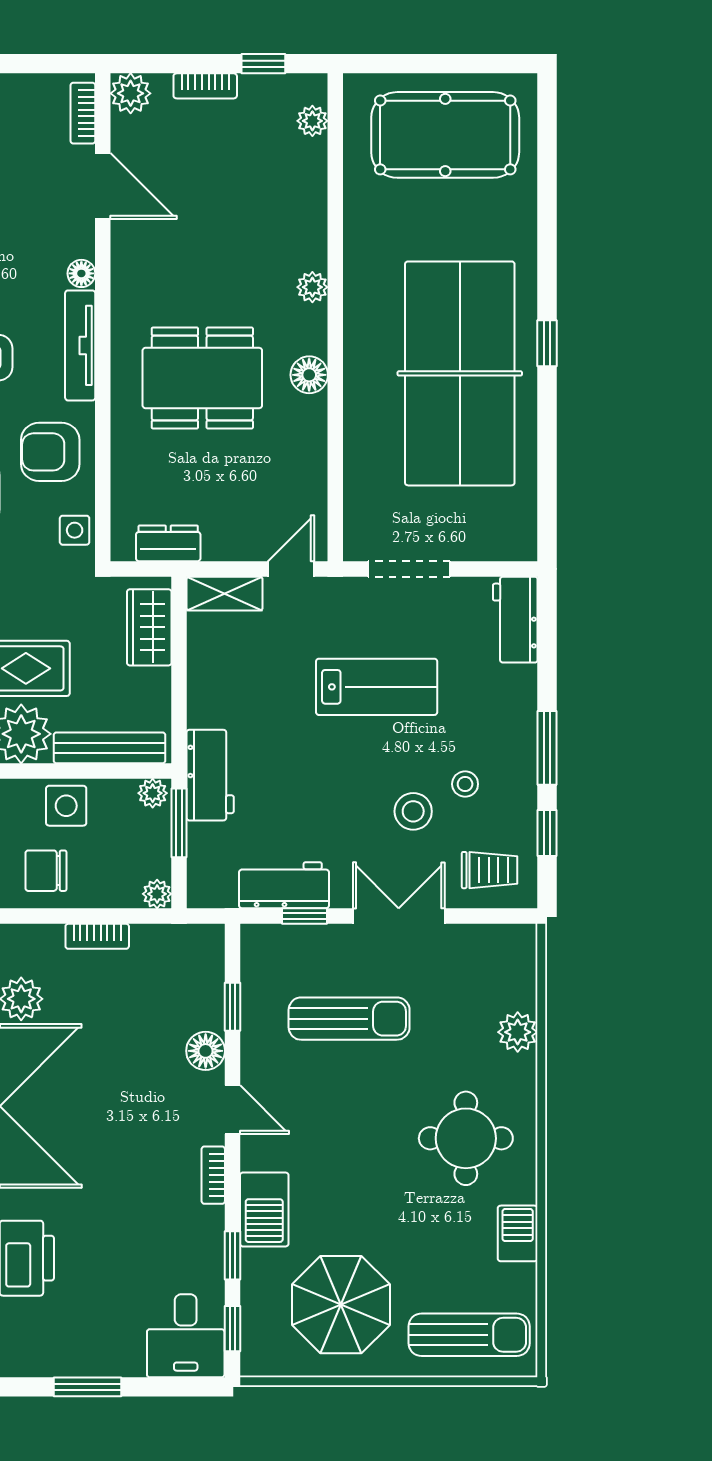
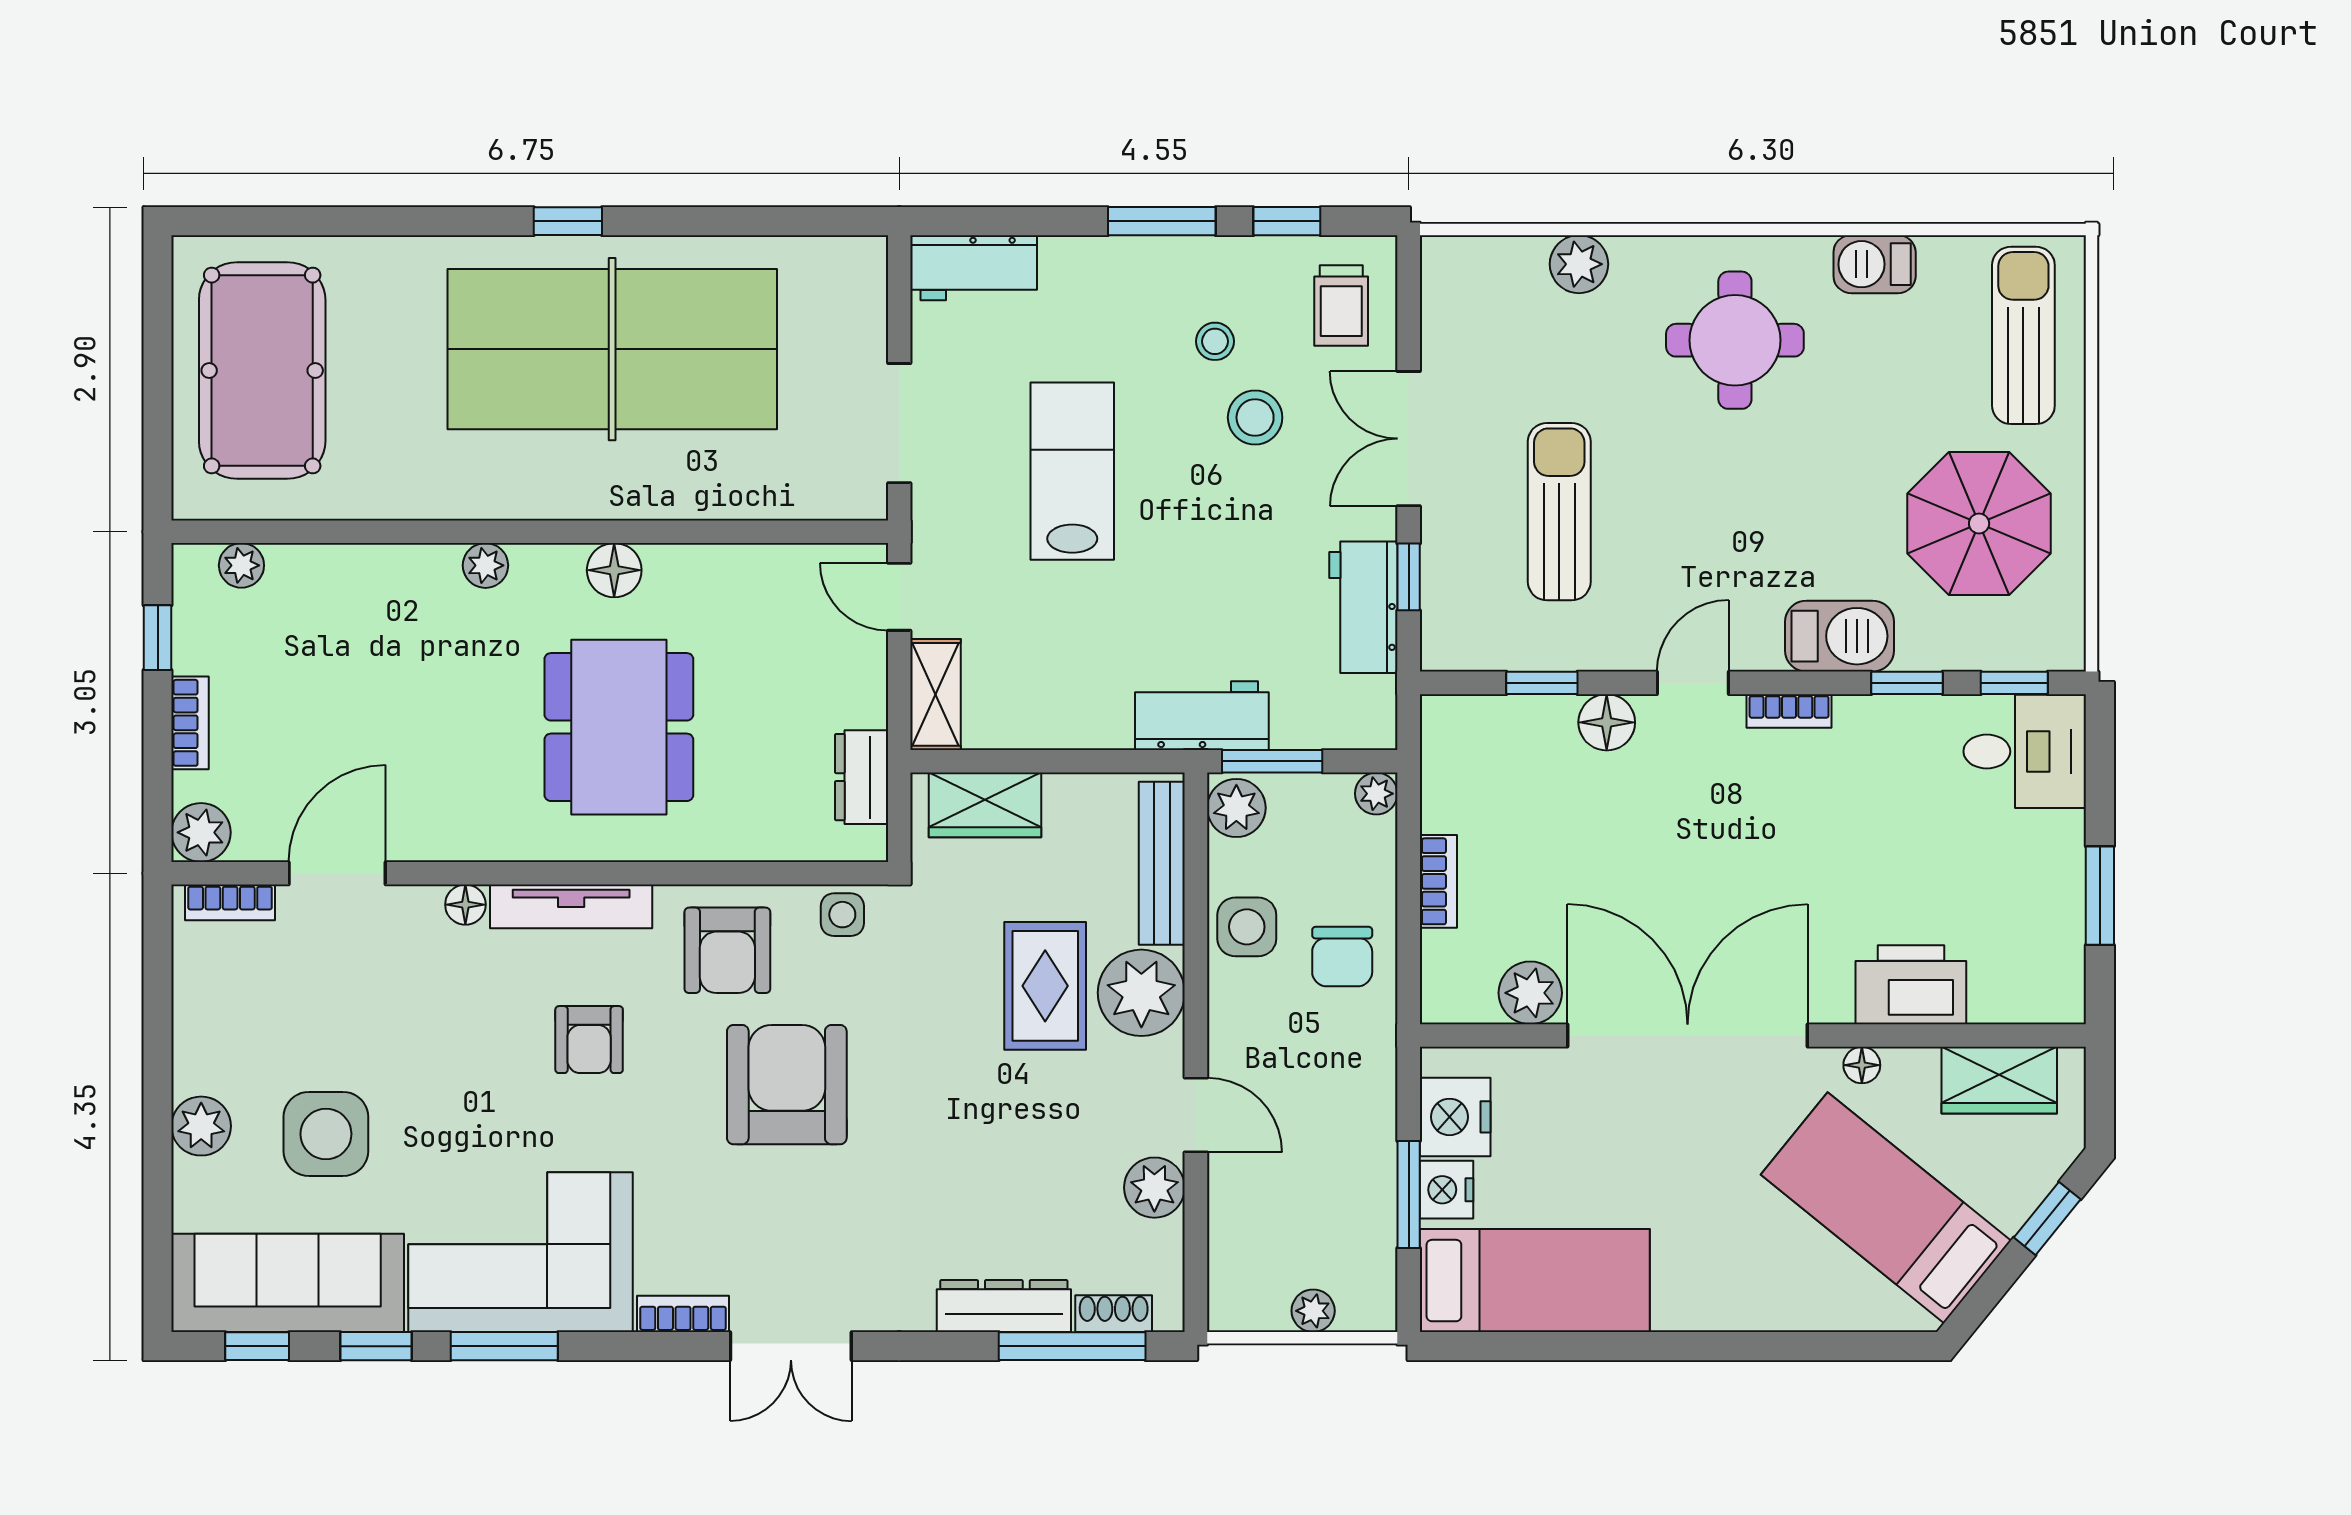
plant: (153, 793) -> (1236, 808), width x1.38, depth x1.38
trolley: (490, 870) -> (1341, 305), turned 180

